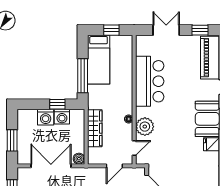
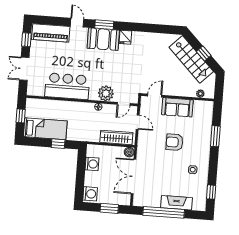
window: (83, 76) -> (58, 144), width x0.46
window: (57, 104) -> (81, 167), removed
washing machine: (46, 117) -> (90, 194), moved
wardrobe: (95, 128) -> (116, 137), moved
door: (134, 148) -> (124, 104), swing flipped

